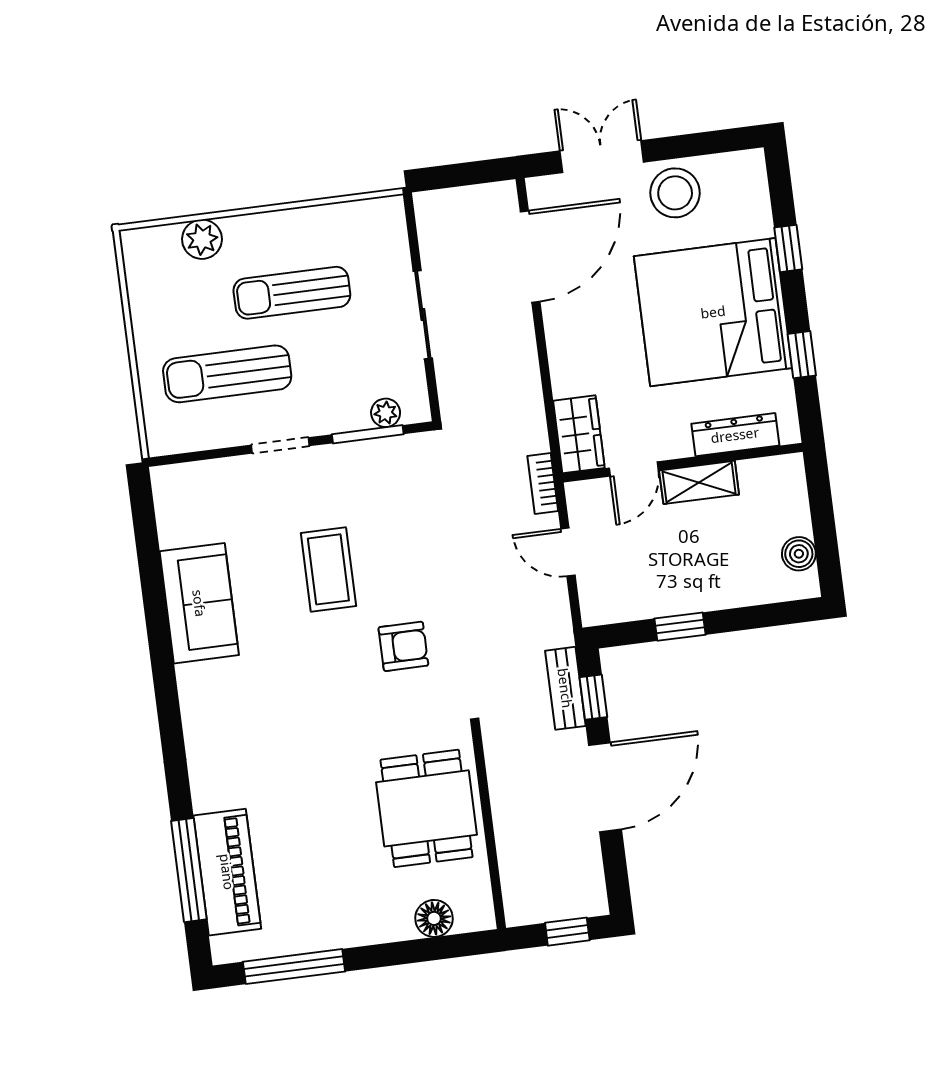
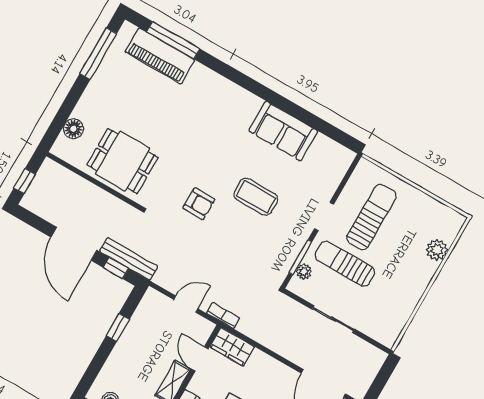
sun lounger: (292, 293) -> (345, 264), moved, turned -90
armchair: (403, 646) -> (199, 204), turned -90
bench: (565, 688) -> (129, 259), width x1.36

